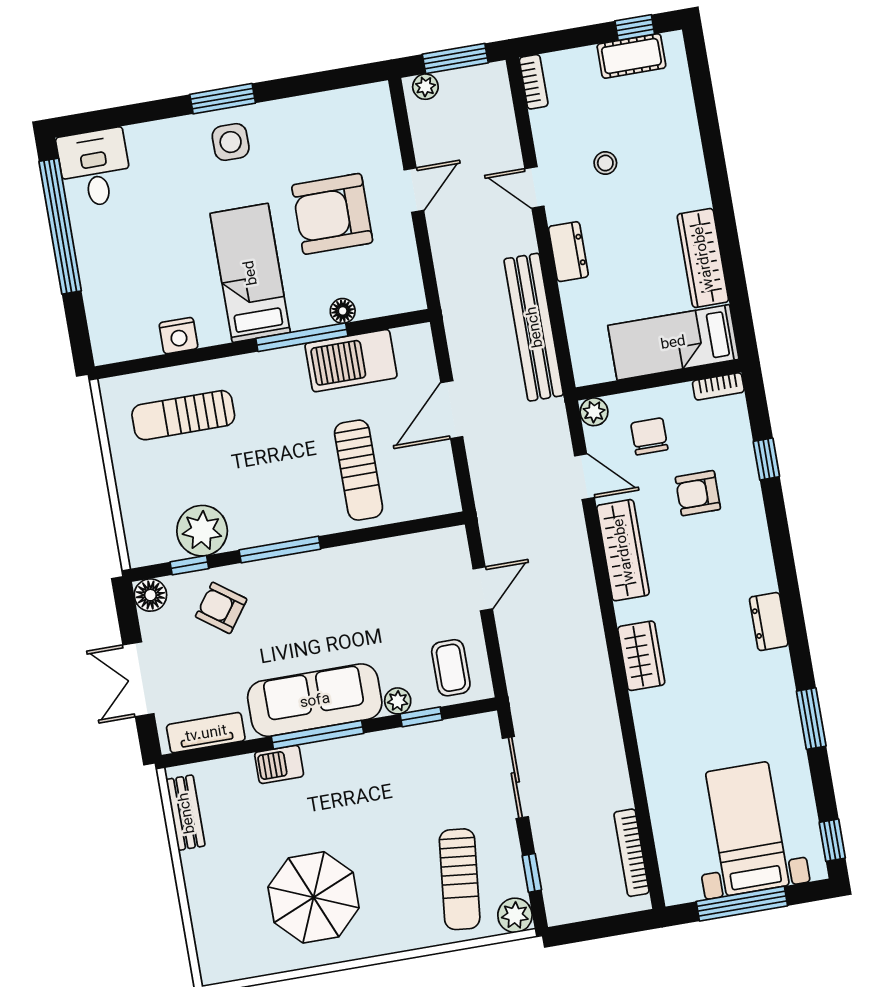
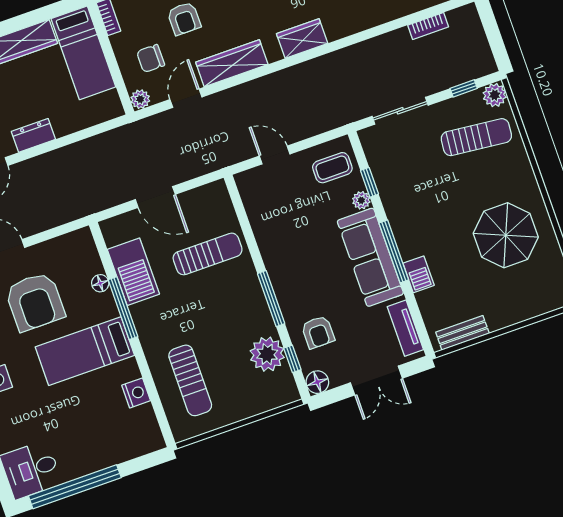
bench: (534, 327) -> (89, 150), removed
armchair: (221, 608) -> (318, 332), turned -36
bookcase: (631, 853) -> (428, 26), width x0.64

